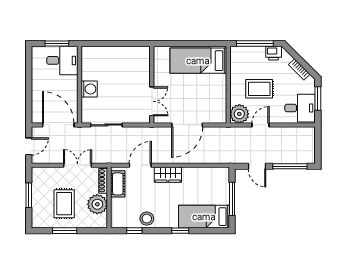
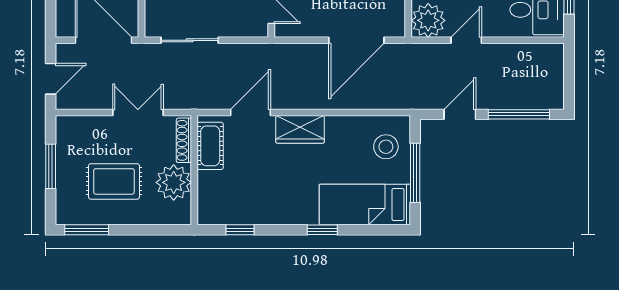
door: (187, 125) -> (356, 40), moved
door: (257, 166) -> (460, 114), swing flipped
rug: (64, 204) -> (114, 181), turned 90
stool: (147, 219) -> (386, 147), moved
window: (65, 231) -> (87, 230), moved

